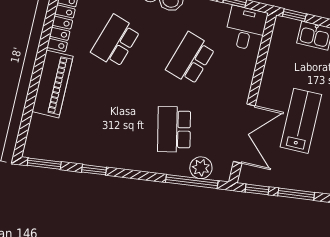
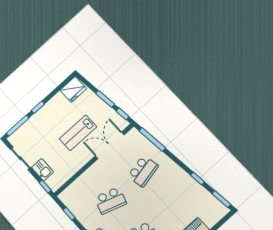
desk: (246, 28) -> (73, 197), removed
plant: (201, 168) -> (143, 143), removed

